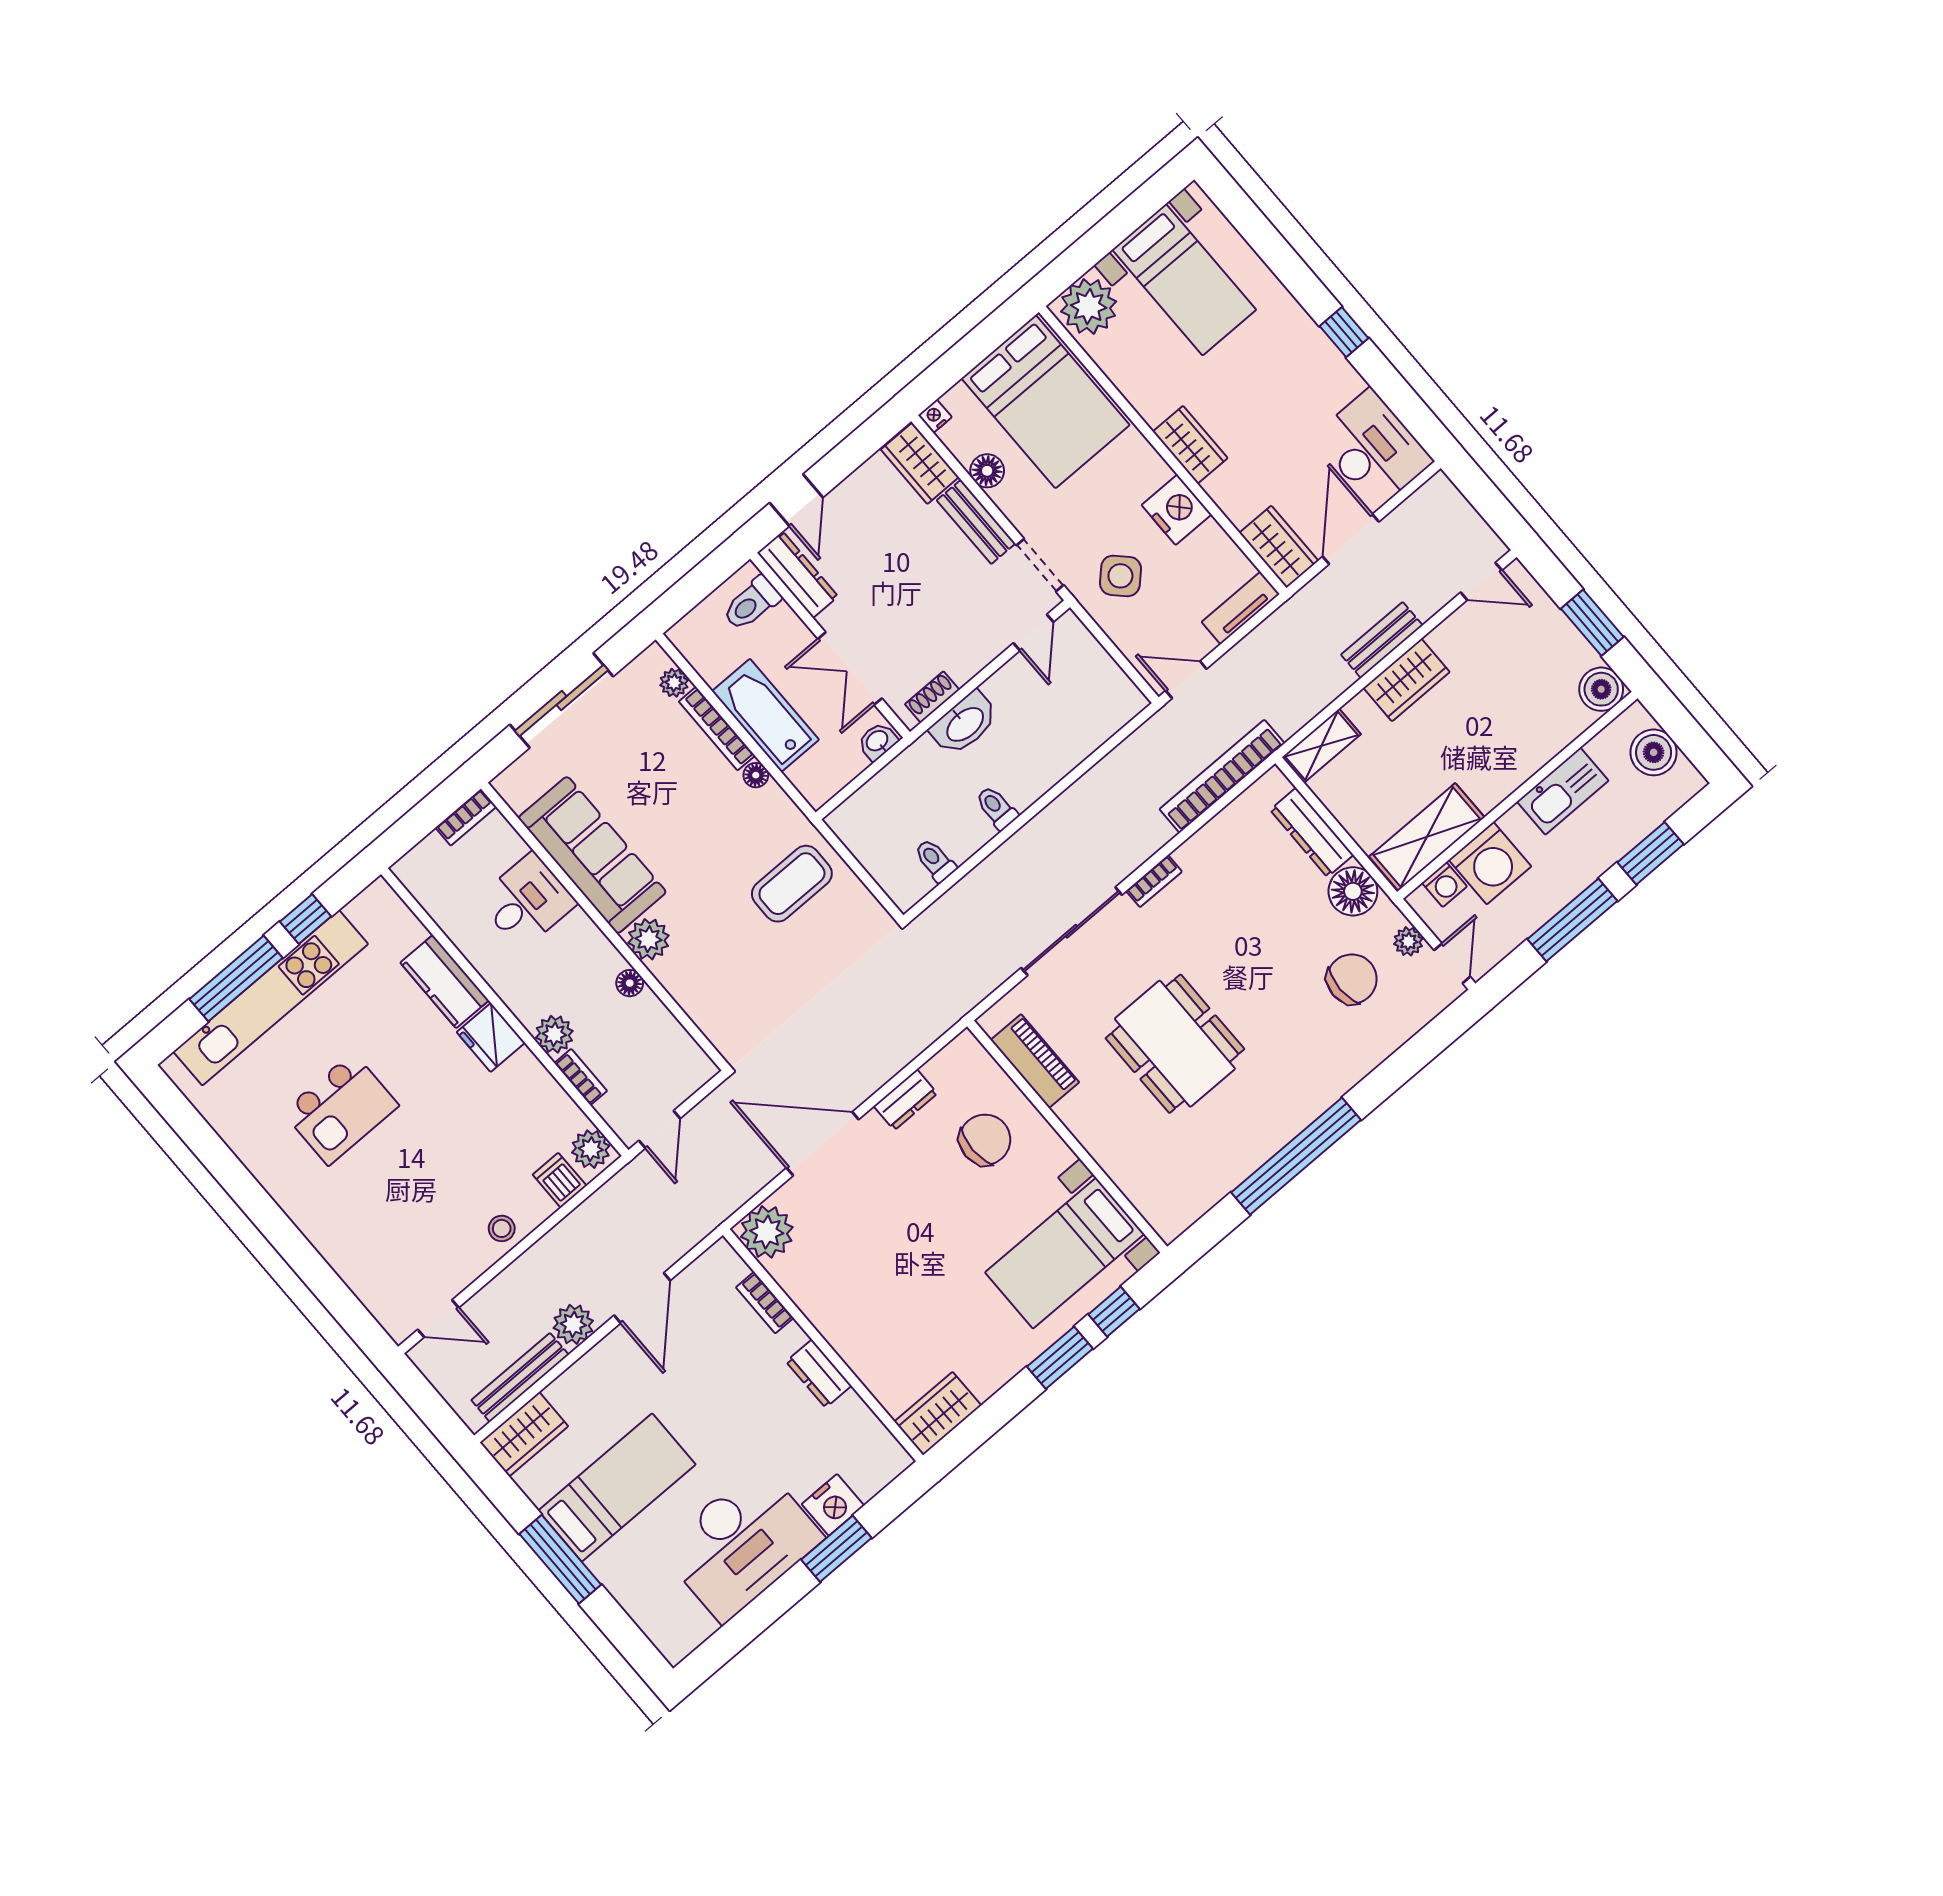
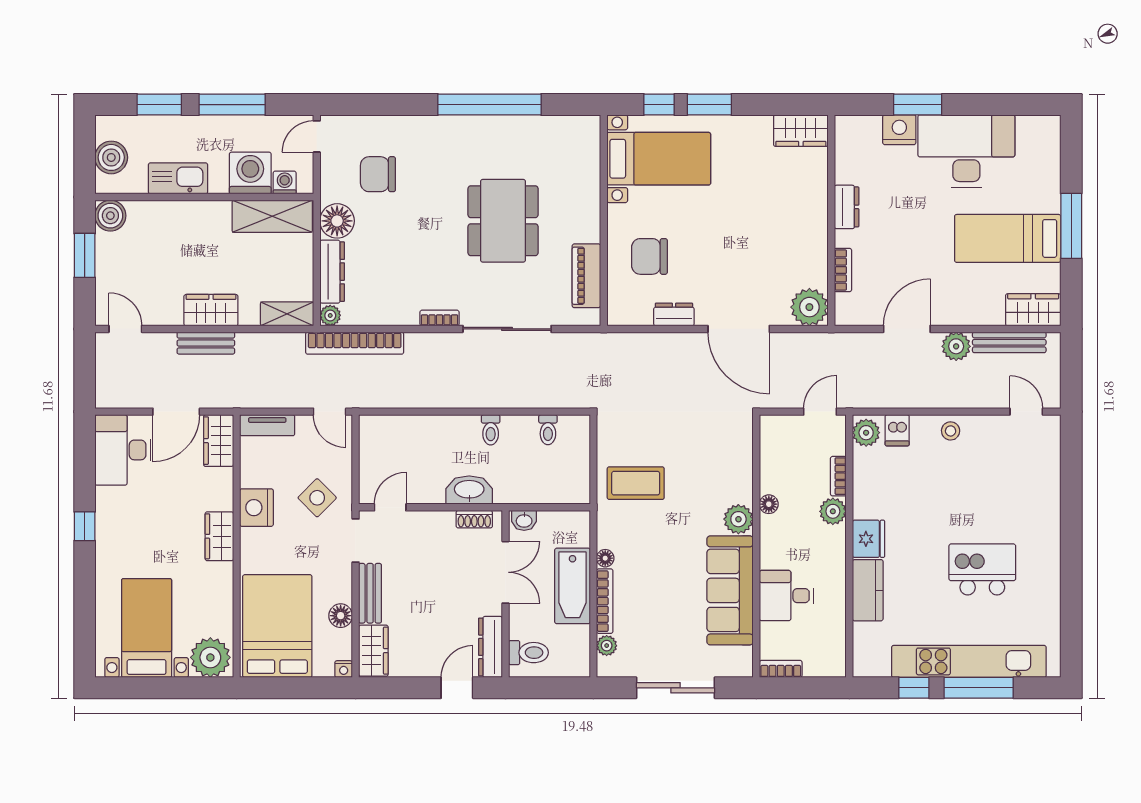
plant: (1408, 941) -> (330, 315), moved

